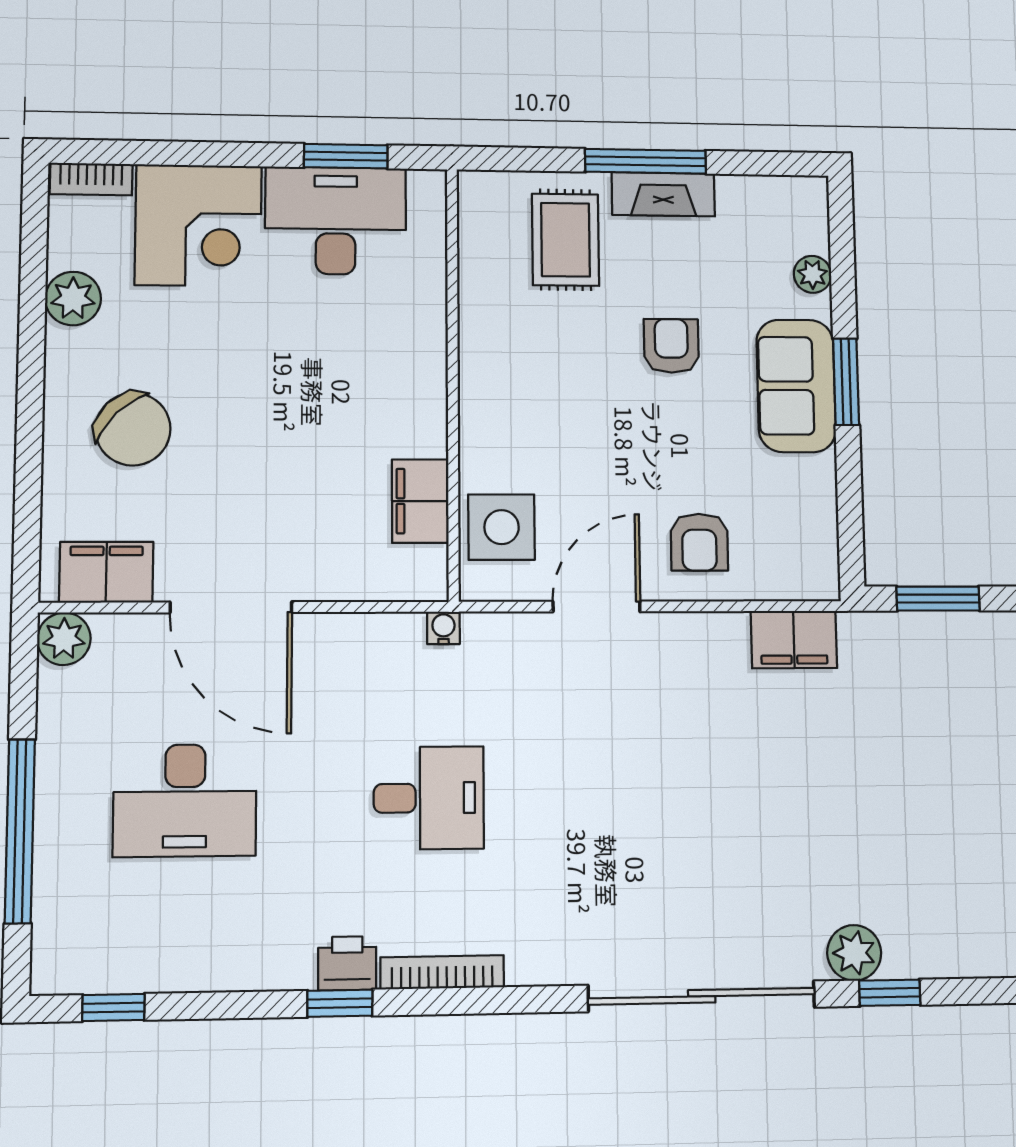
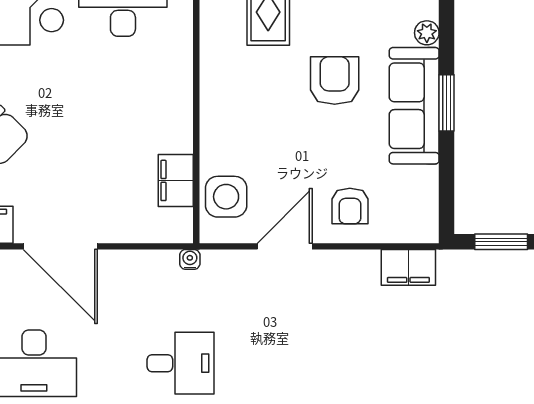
armchair: (671, 346) -> (335, 80), width x1.38, depth x1.38
sofa: (796, 386) -> (414, 106), width x1.36

